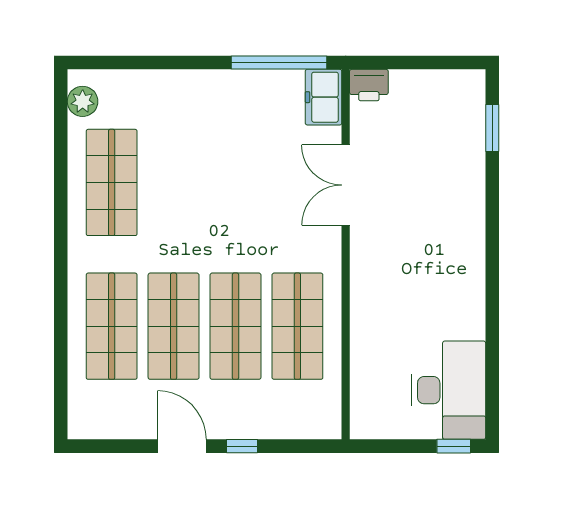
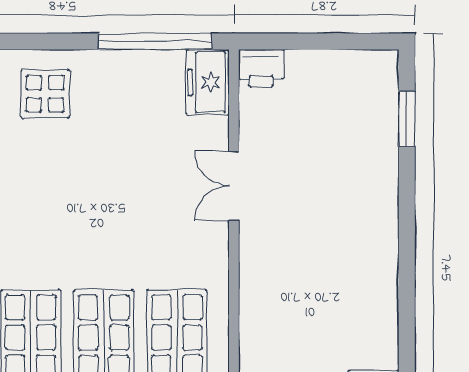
display table: (186, 107) -> (45, 94), added
double door: (346, 185) -> (234, 186), width x0.73

